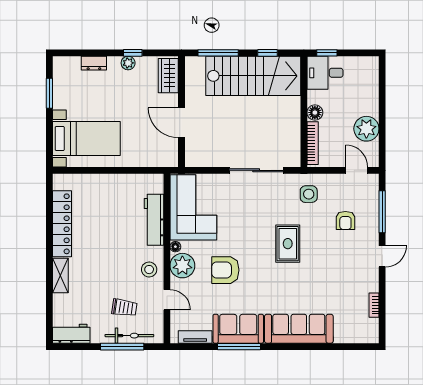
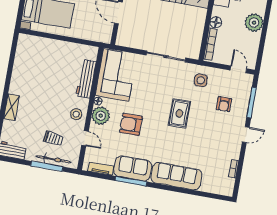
plant: (366, 129) -> (254, 23), moved
locker: (62, 224) -> (19, 70), removed

